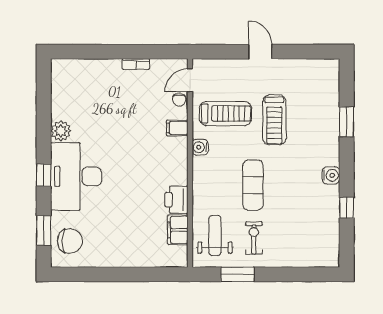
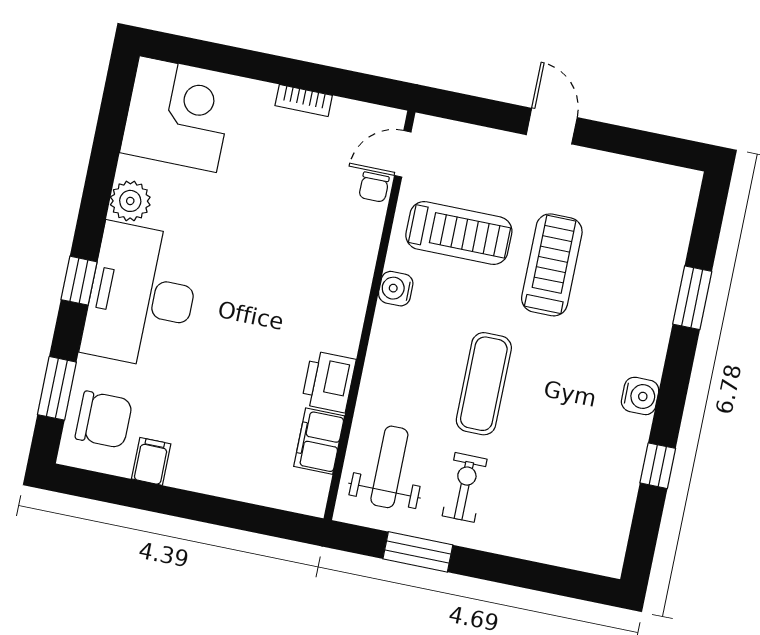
corner desk: (75, 83) -> (178, 114), added
treadmill: (274, 120) -> (552, 265), turned 180
filing cabinet: (177, 128) -> (151, 461), moved, turned 90

